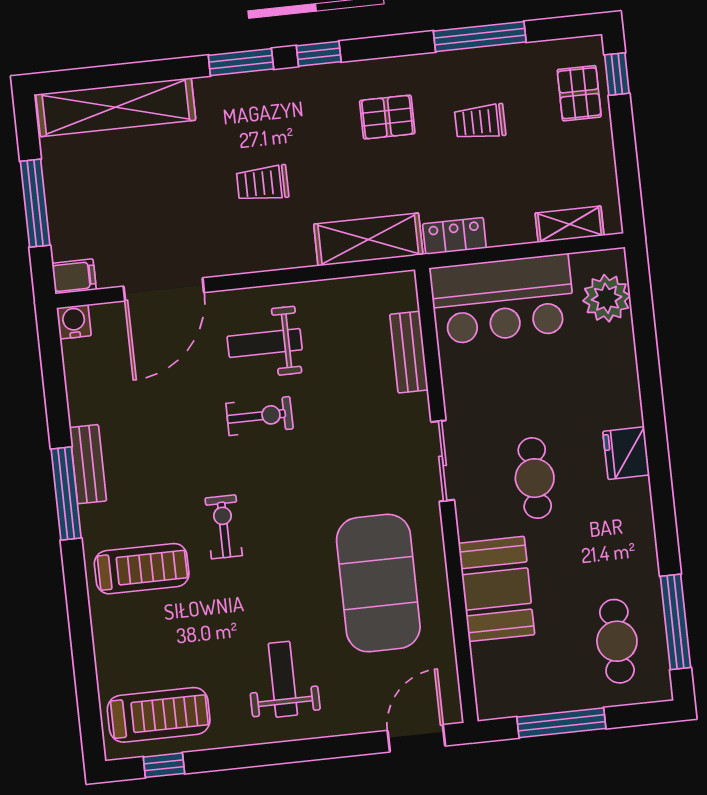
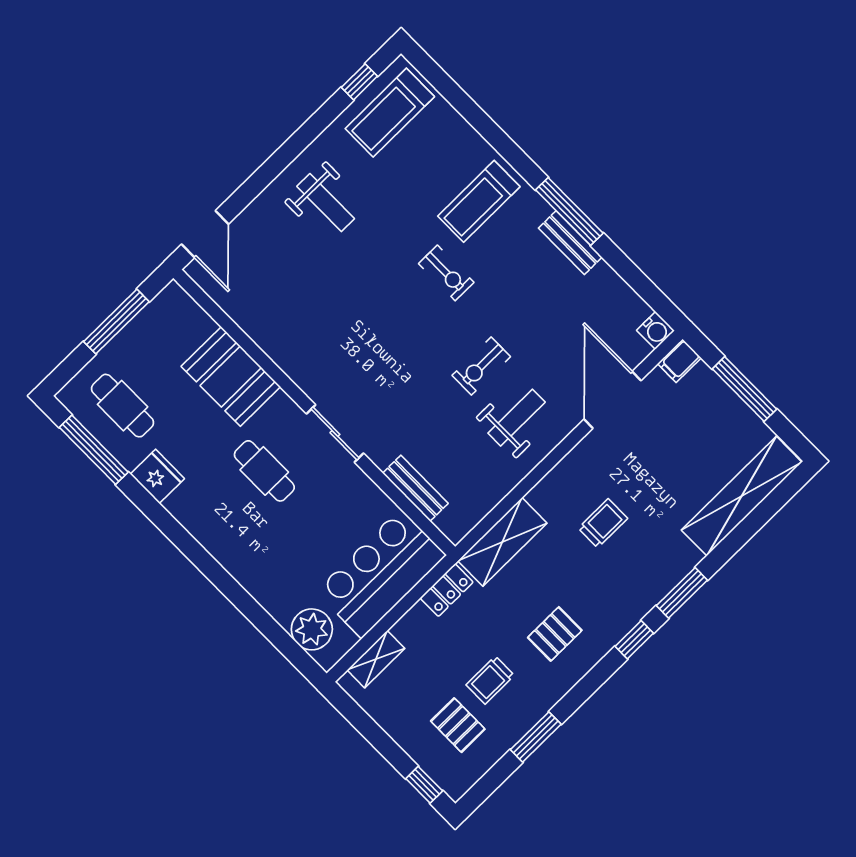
window: (480, 37) -> (536, 737), width x0.69
pallet: (579, 93) -> (458, 725), moved
trolley: (480, 122) -> (490, 680), turned 180
fridge: (626, 453) -> (157, 476), moved
exercise mat: (378, 583) -> (313, 318), removed

